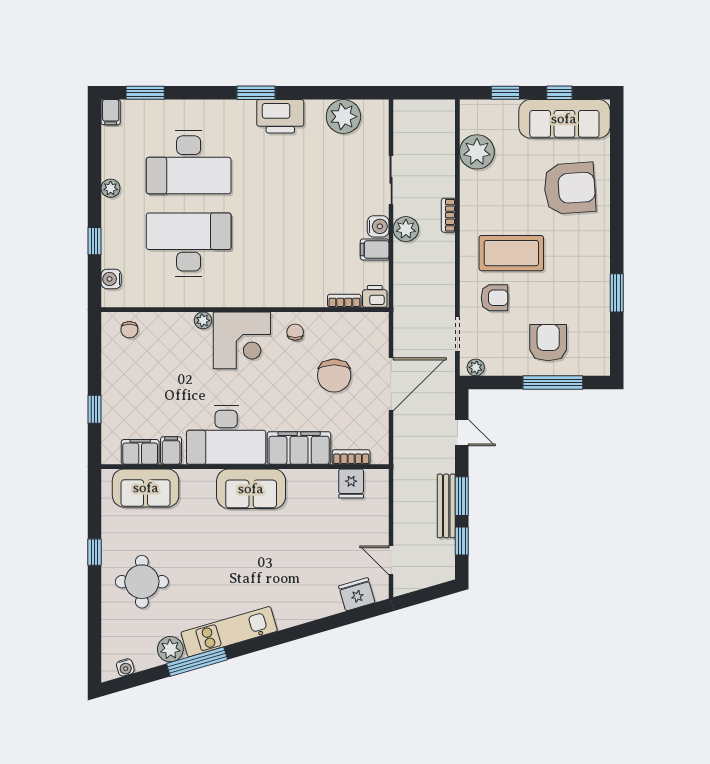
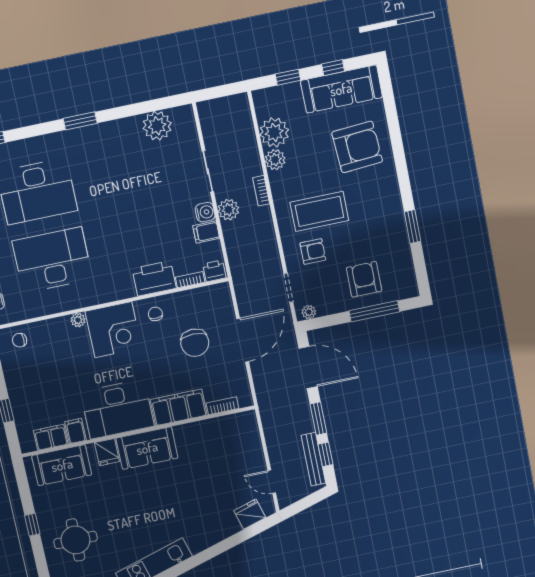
printer: (280, 116) -> (154, 278), moved, turned 180
plant: (472, 183) -> (275, 160), added
chair: (129, 330) -> (20, 340), turned 89
door: (462, 433) -> (308, 367), width x1.88
fridge: (351, 484) -> (107, 452), moved
bench: (446, 506) -> (313, 459), moved

